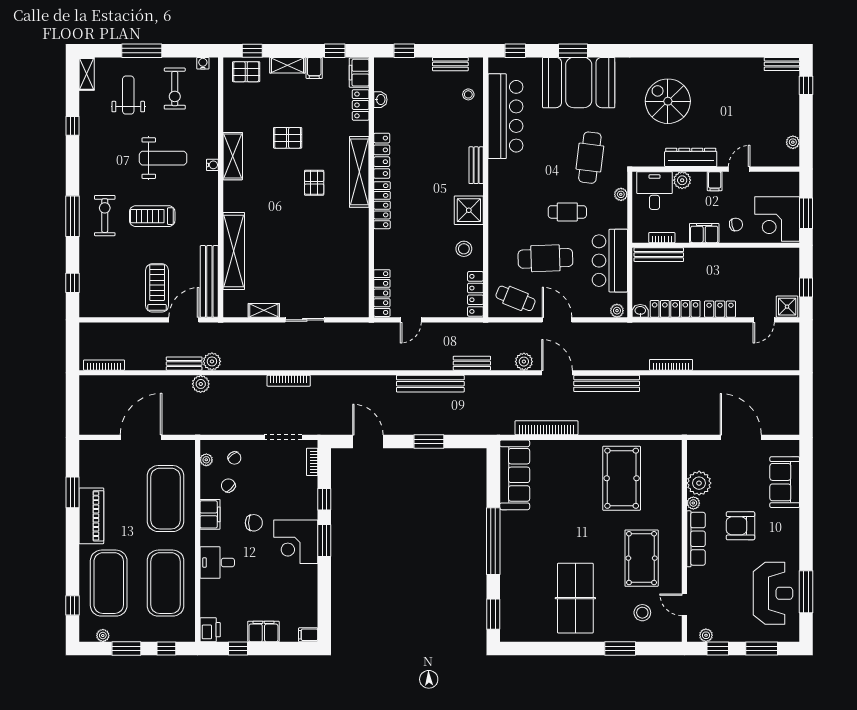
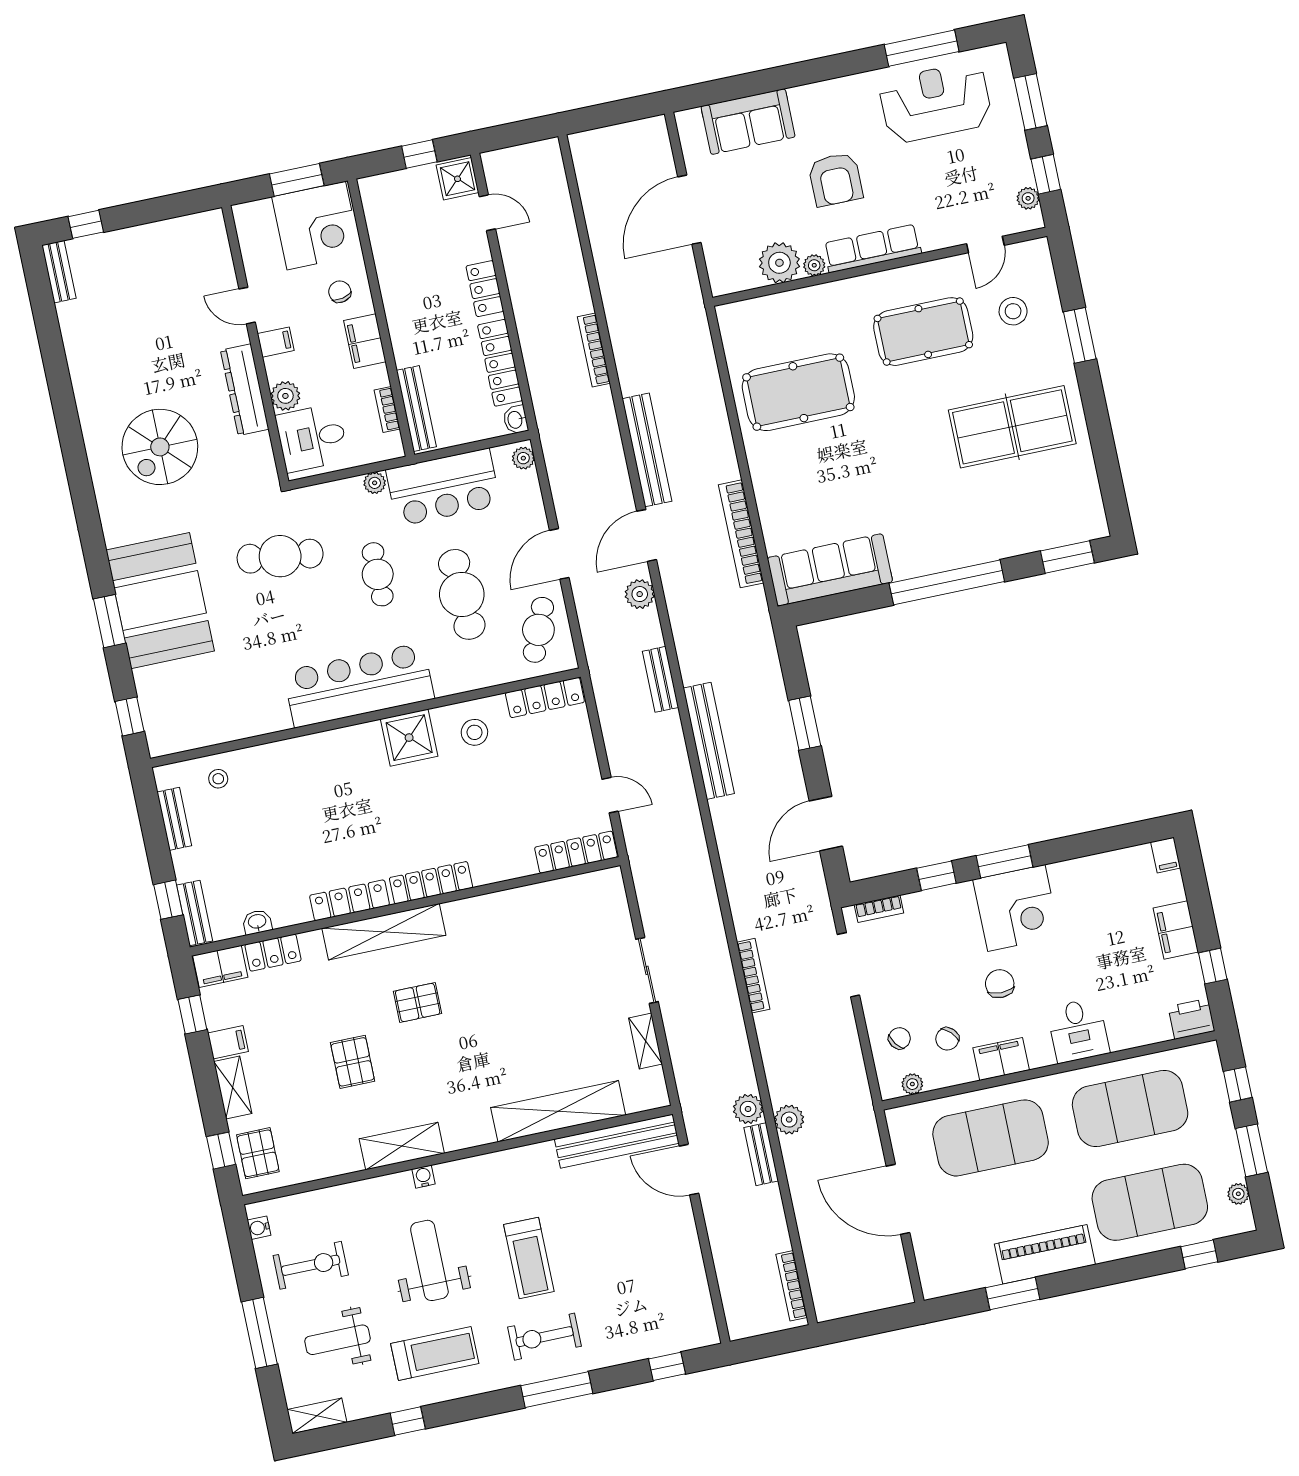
bar counter: (505, 116) -> (359, 685), moved
plant: (793, 142) -> (184, 226), removed
bench: (476, 165) -> (195, 913), moved, turned 90
plant: (621, 194) -> (375, 483), moved
treadmill: (157, 288) -> (435, 1353), moved, turned 180

